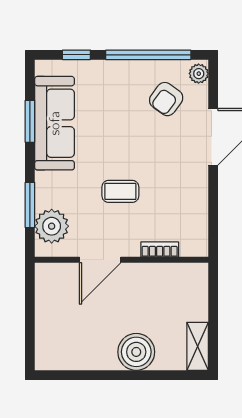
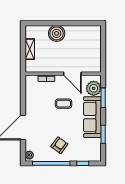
armchair: (166, 99) -> (59, 145), moved
sofa: (55, 123) -> (92, 117), moved
door: (100, 260) -> (72, 74), swing flipped
shelving: (198, 346) -> (30, 49), moved

